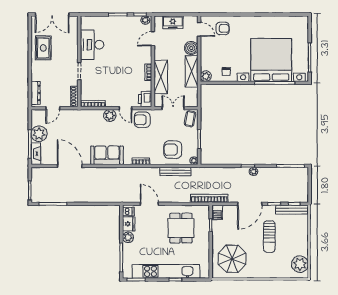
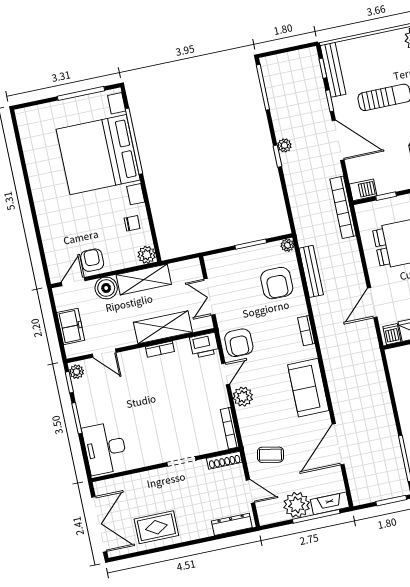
armchair: (223, 28) -> (92, 260), moved
desk: (92, 45) -> (105, 448), moved, turned 90
coffee table: (190, 119) -> (270, 455), moved

